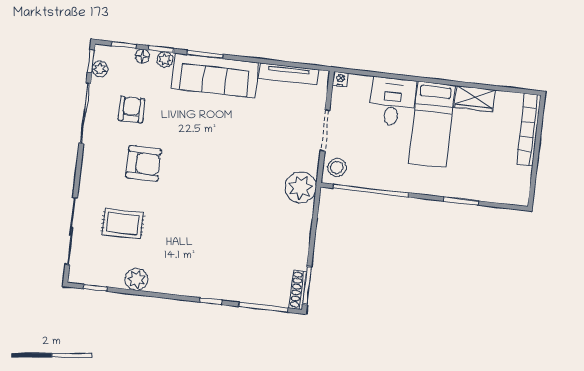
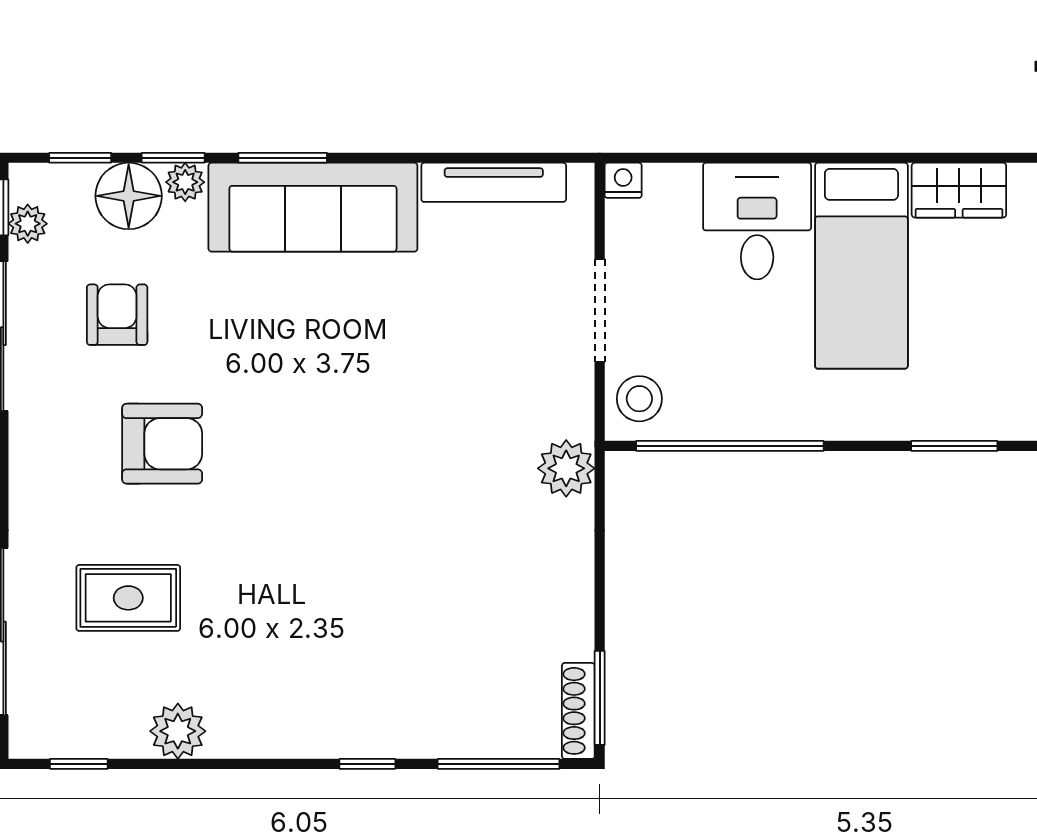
floor lamp: (142, 56) -> (129, 196), width x1.89, depth x1.89
plant: (301, 187) -> (566, 468), width x0.73, depth x0.73

